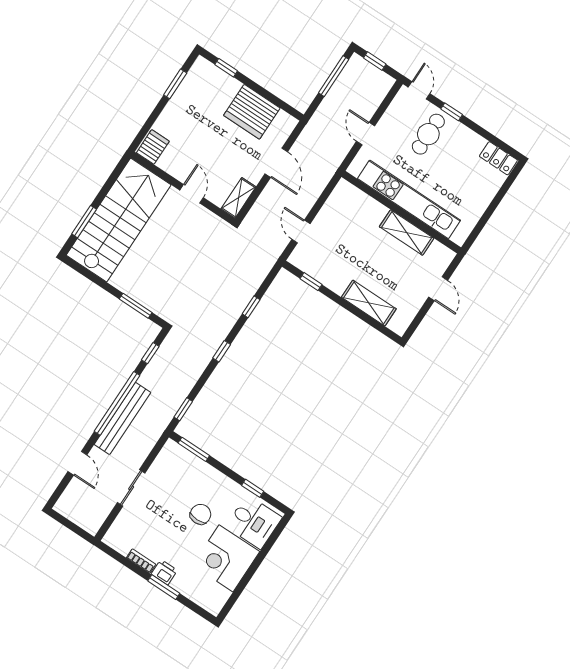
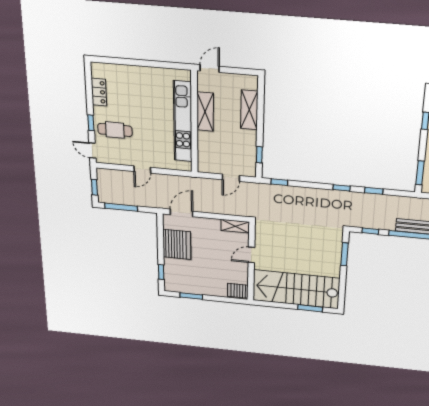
door: (419, 90) -> (92, 151), hinge flipped
locker: (498, 158) -> (99, 92), moved
door: (276, 163) -> (181, 213), moved
kitchen unit: (409, 199) -> (183, 122), moved
wall: (401, 212) -> (194, 122), moved
shelving: (407, 232) -> (205, 112), moved
window: (251, 307) -> (279, 182), moved
window: (183, 409) -> (374, 191), moved

